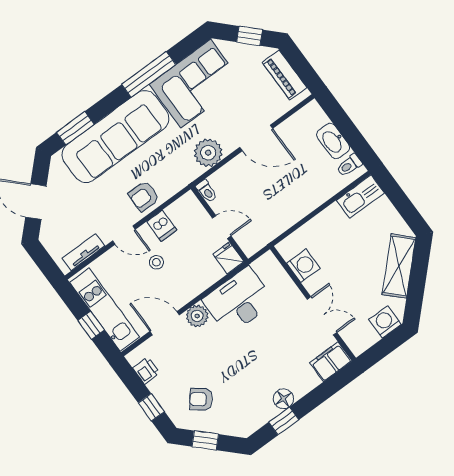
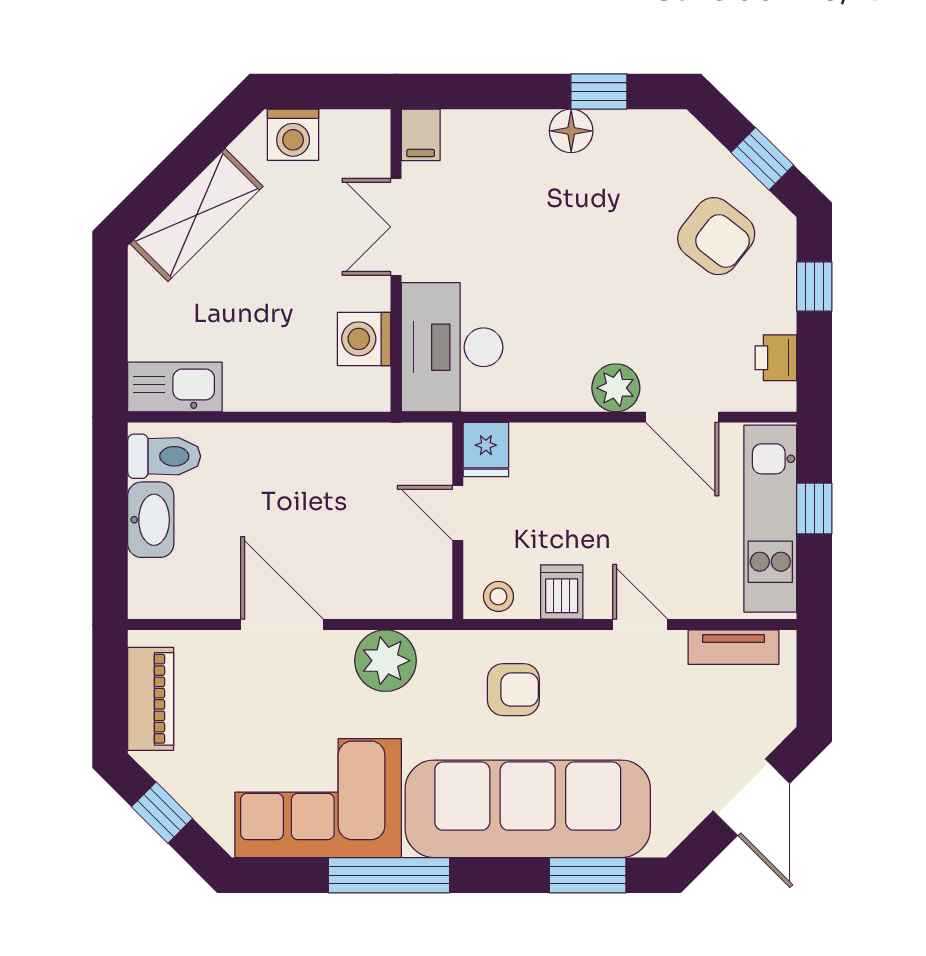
toilet: (349, 165) -> (164, 456), width x1.37, depth x1.39
toilet: (206, 191) -> (438, 595), removed
armchair: (144, 196) -> (513, 690), moved
stool: (156, 262) -> (498, 596), moved
desk: (238, 301) -> (452, 347), moved, turned 90
filing cabinet: (331, 362) -> (421, 135), width x0.50
armchair: (201, 399) -> (716, 236), width x1.38, depth x1.38

